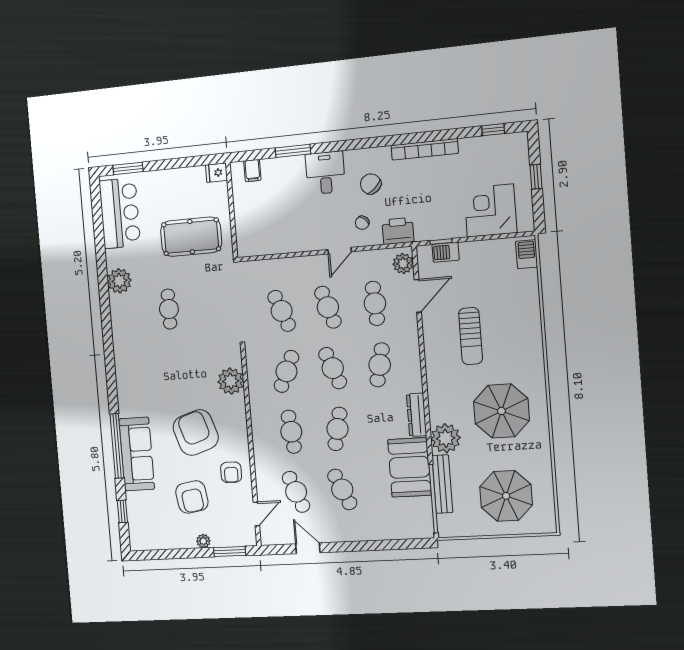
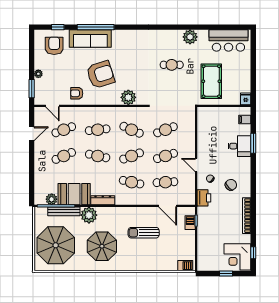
window: (128, 168) -> (253, 48), removed
desk: (325, 173) -> (239, 146), moved
corner desk: (490, 211) -> (237, 257), moved, turned 180
plant: (403, 264) -> (52, 199), moved
parasol: (506, 496) -> (56, 245), width x1.36, depth x1.36
armchair: (192, 497) -> (54, 46), moved, turned 99

